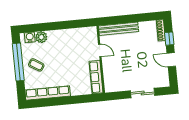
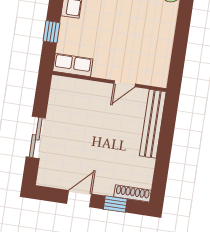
row of seats: (96, 77) -> (73, 65), width x0.68
window: (81, 99) -> (52, 32), added

